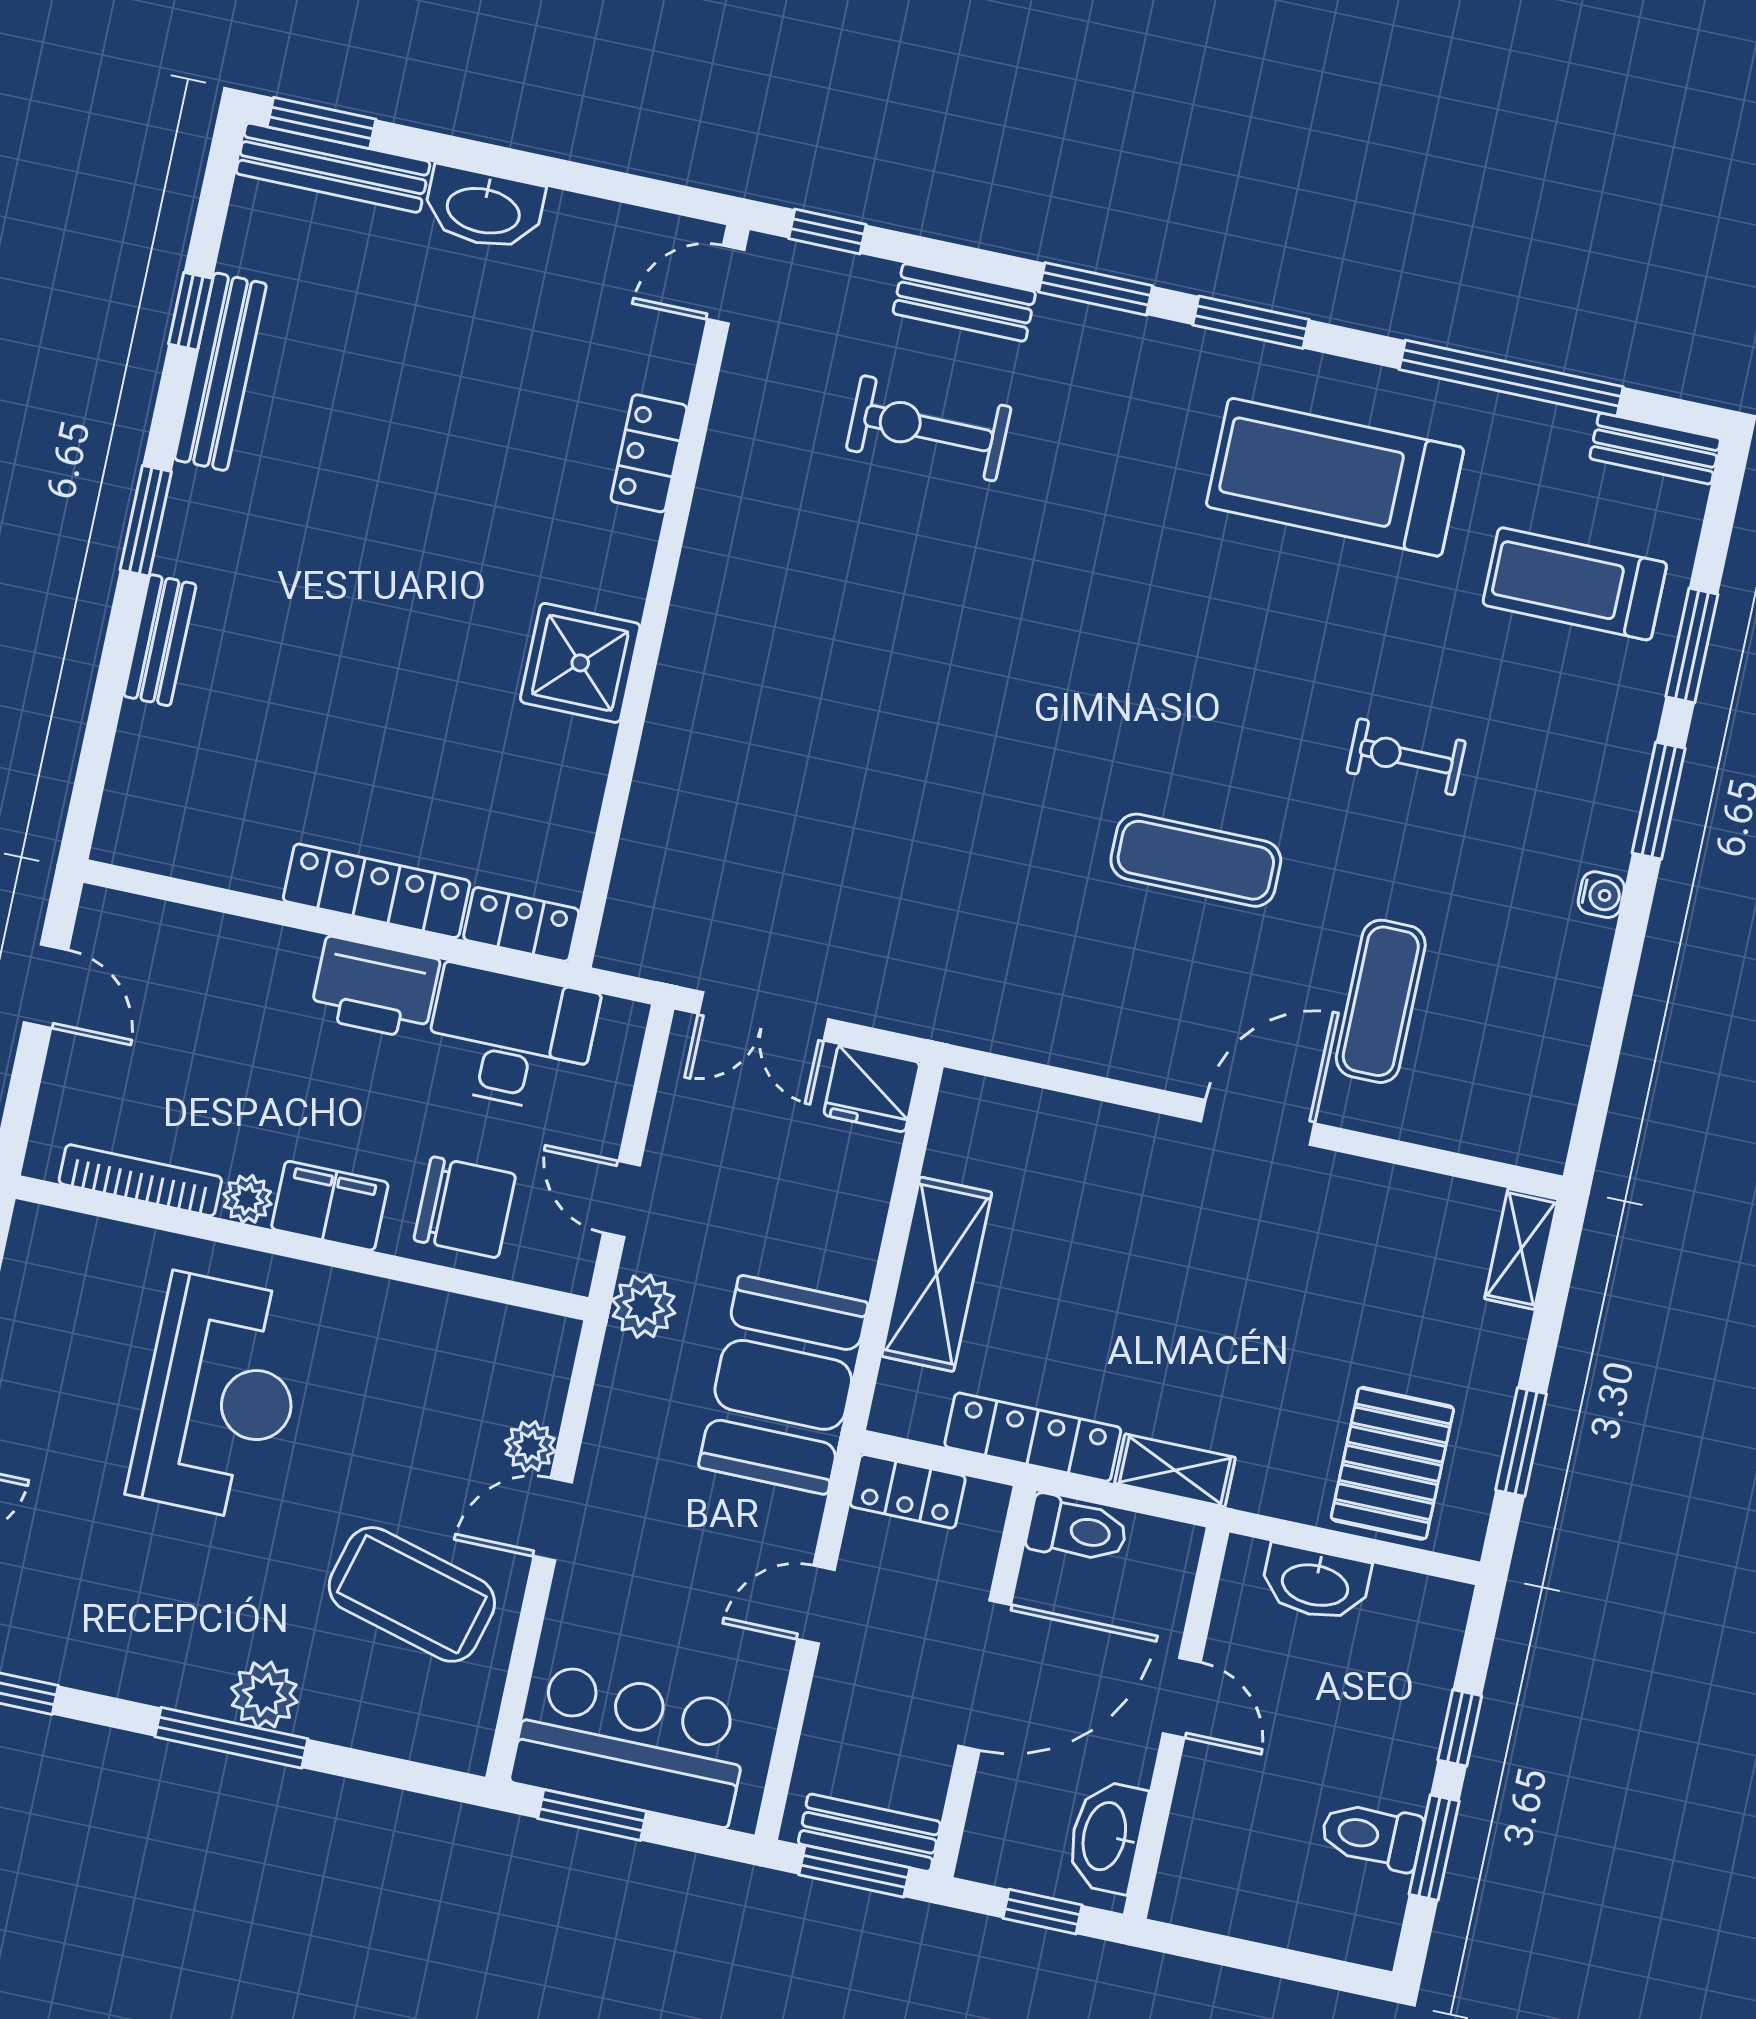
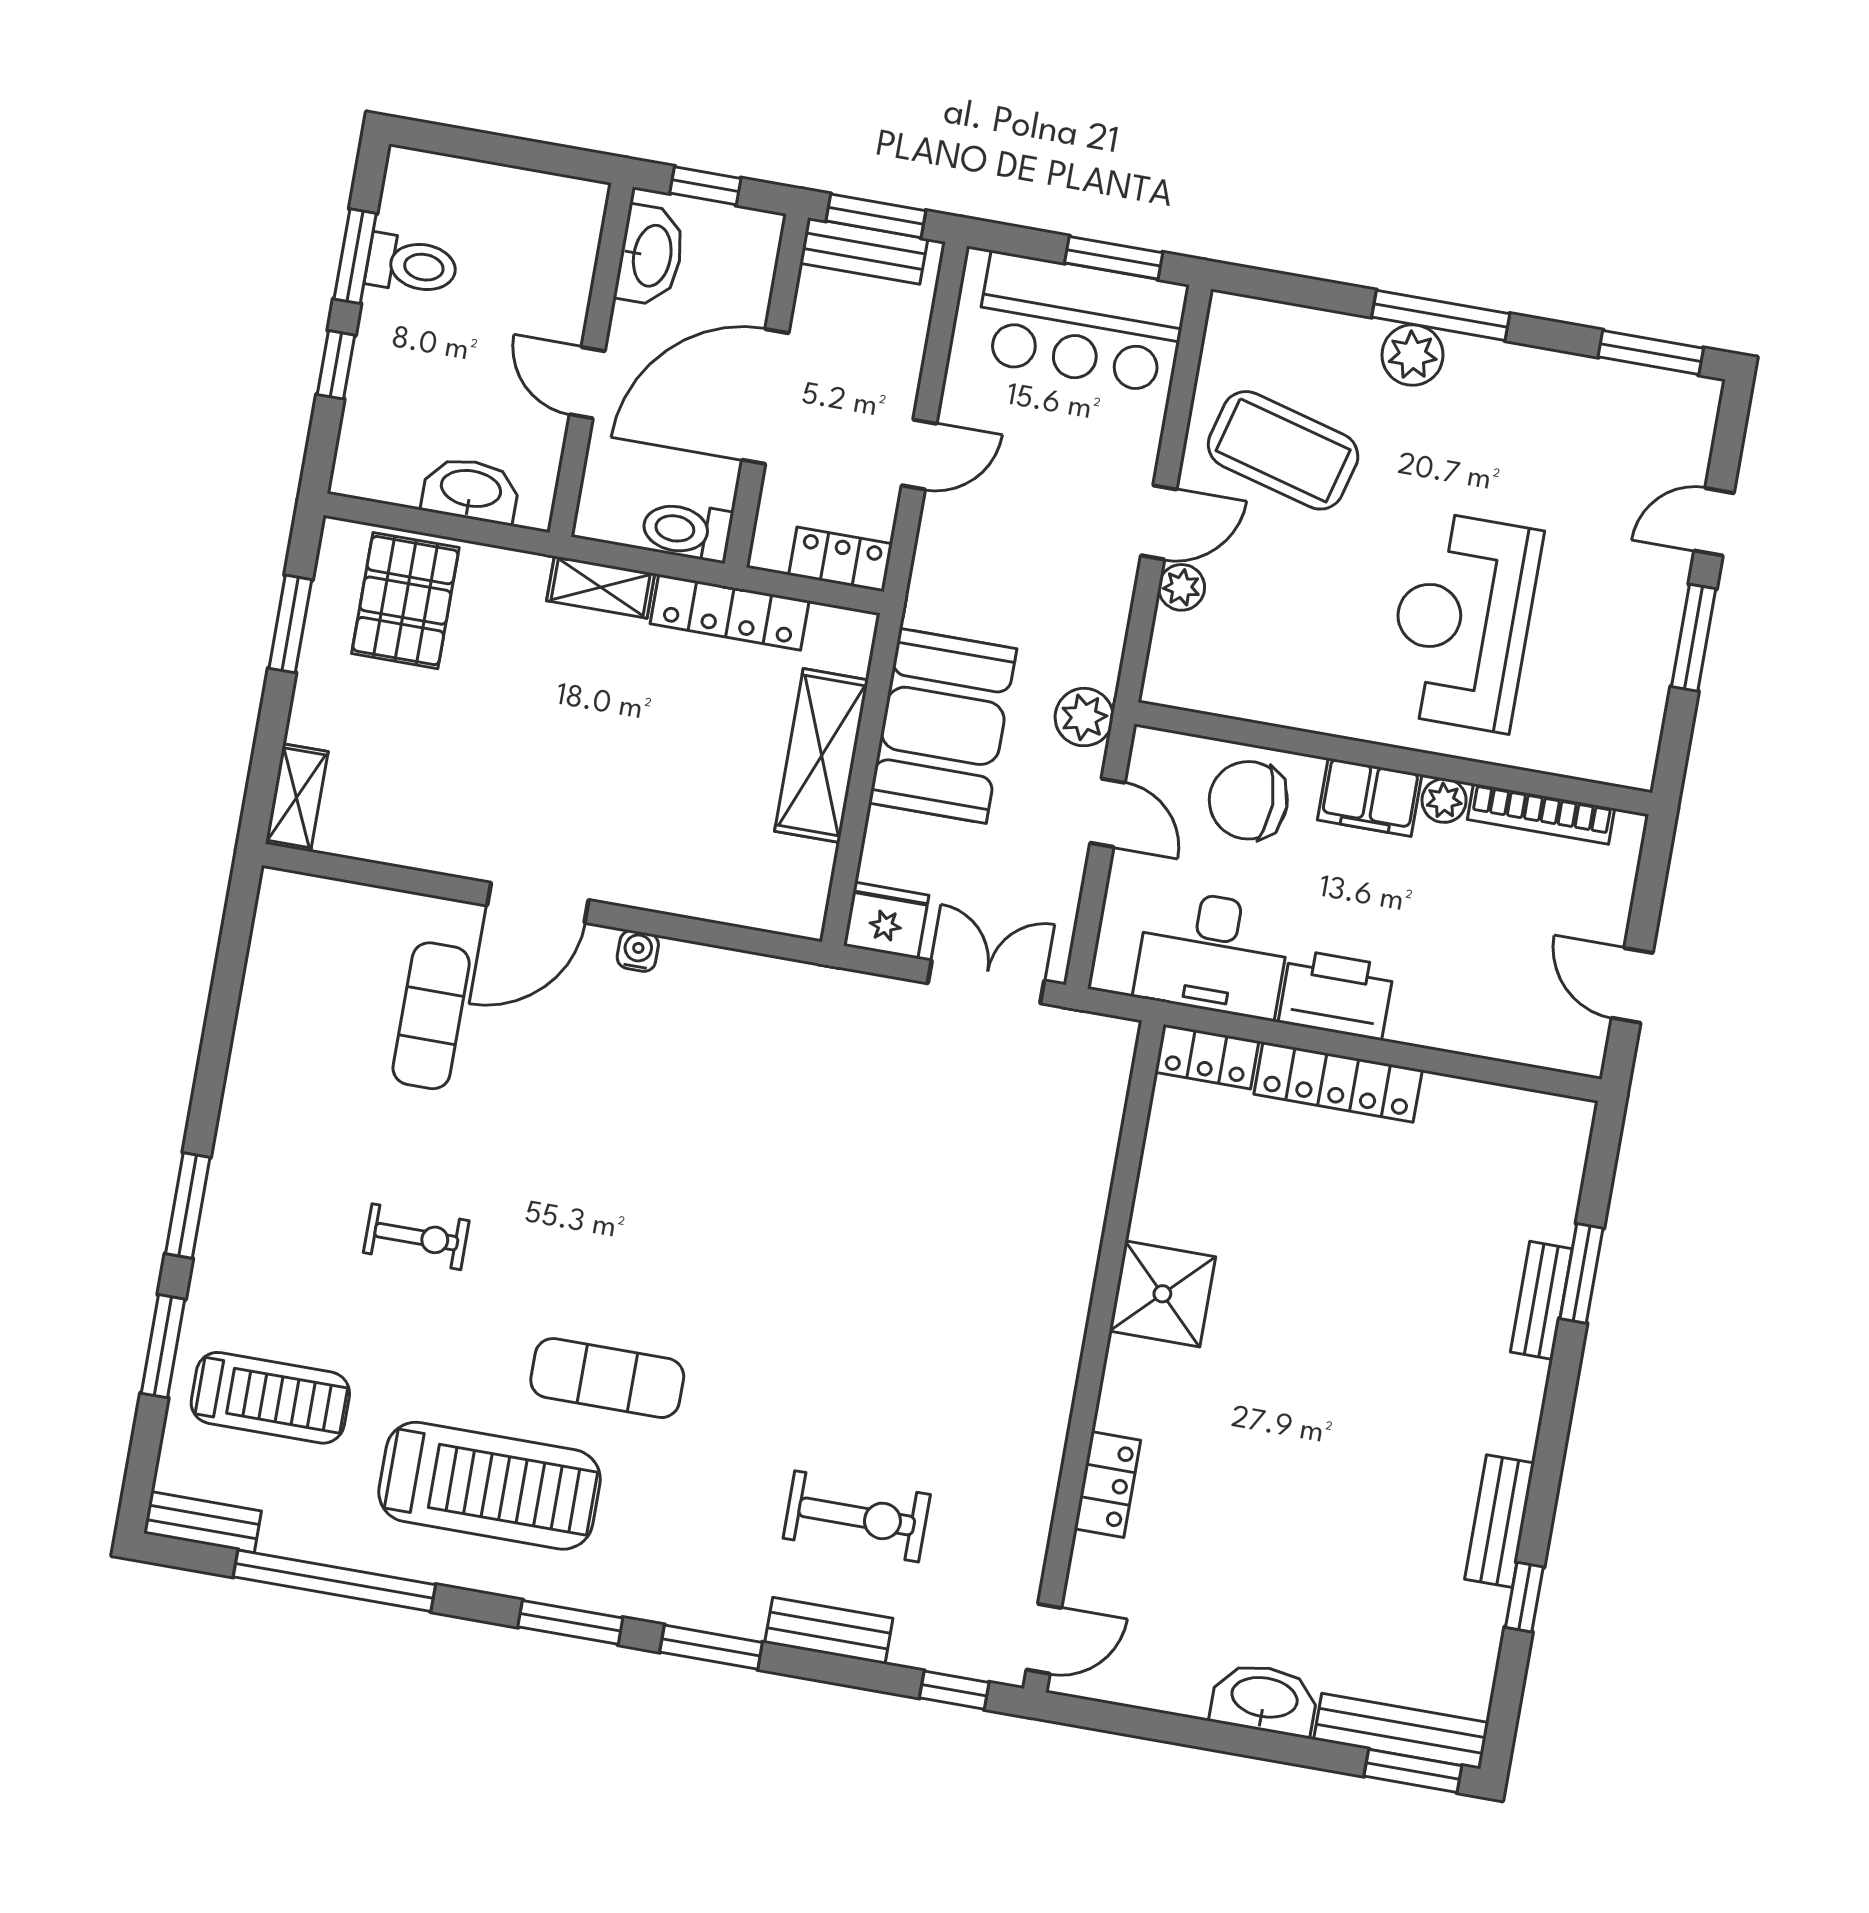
bench: (220, 372) -> (1500, 1521), width x0.73
window: (146, 521) -> (1581, 1273), moved
exercise mat: (1196, 860) -> (607, 1378), moved
water cooler: (1601, 895) -> (638, 951), moved, turned 90
booth: (783, 1385) -> (943, 726), moved

